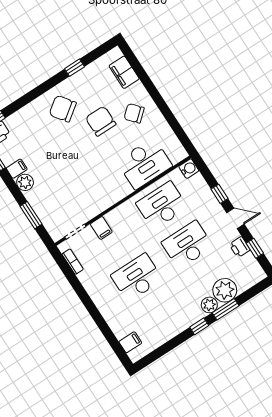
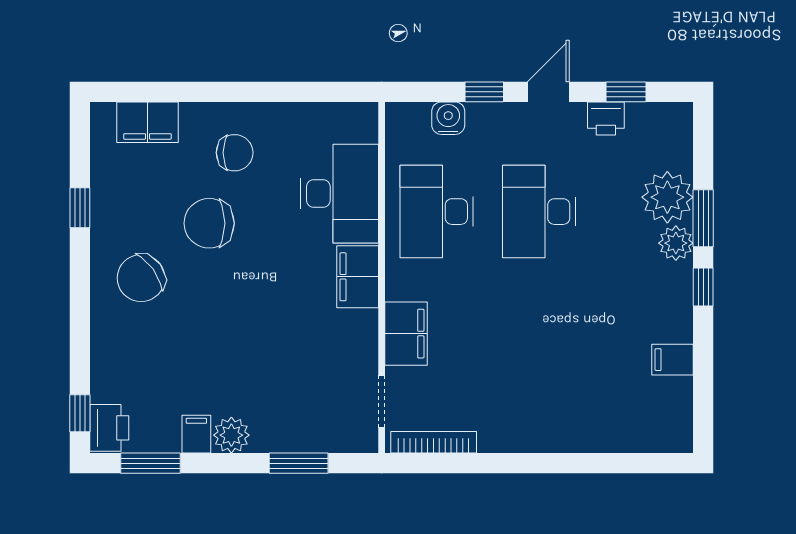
chair: (134, 113) -> (235, 153), turned -138
water cooler: (189, 169) -> (448, 118), moved
filing cabinet: (117, 191) -> (358, 277), added
filing cabinet: (101, 228) -> (406, 334), width x2.00
bookcase: (73, 262) -> (434, 442), width x1.56
desk: (137, 277) -> (539, 343), removed
filing cabinet: (130, 342) -> (673, 360), moved, turned -90

